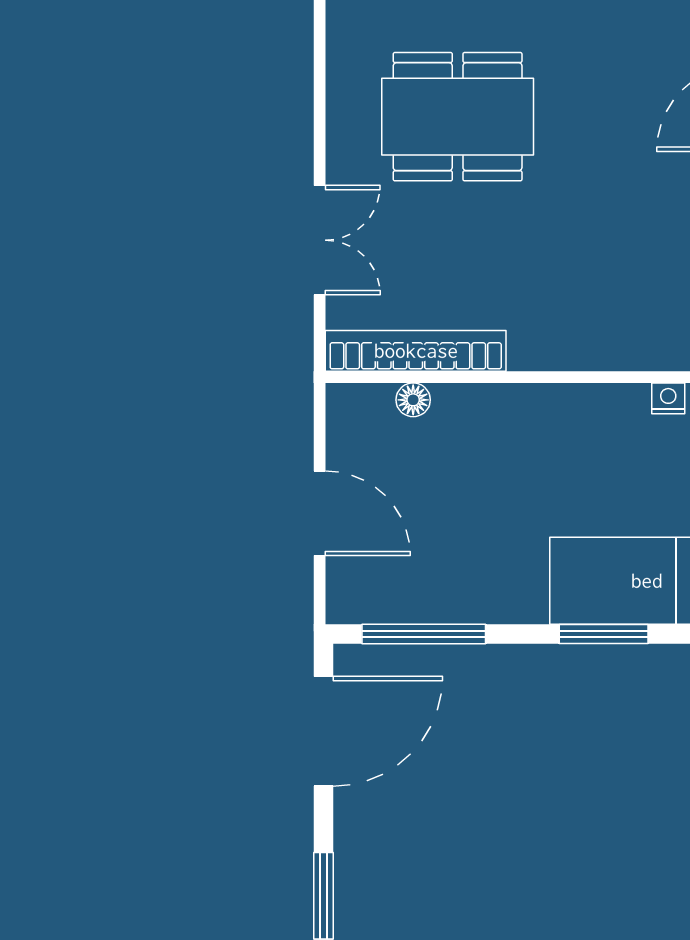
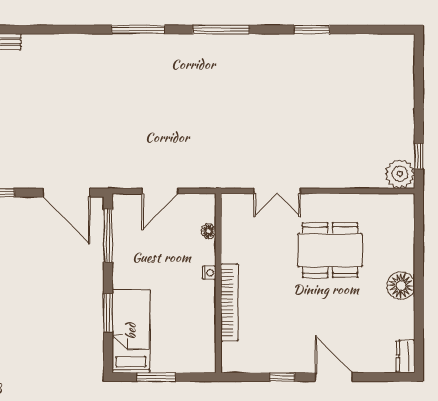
dining table: (458, 117) -> (330, 250), turned 90
bookcase: (416, 351) -> (230, 302), moved
nightstand: (668, 398) -> (209, 273), moved

